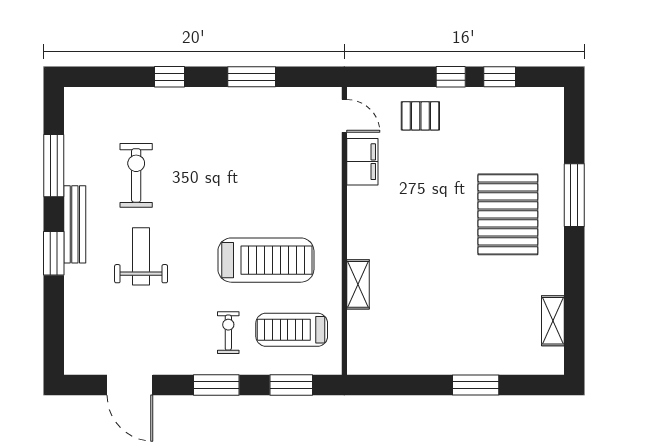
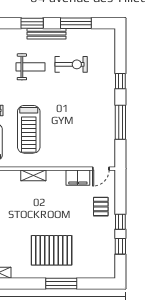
window: (252, 77) -> (120, 122), width x1.44
shelving: (358, 284) -> (33, 175), moved

